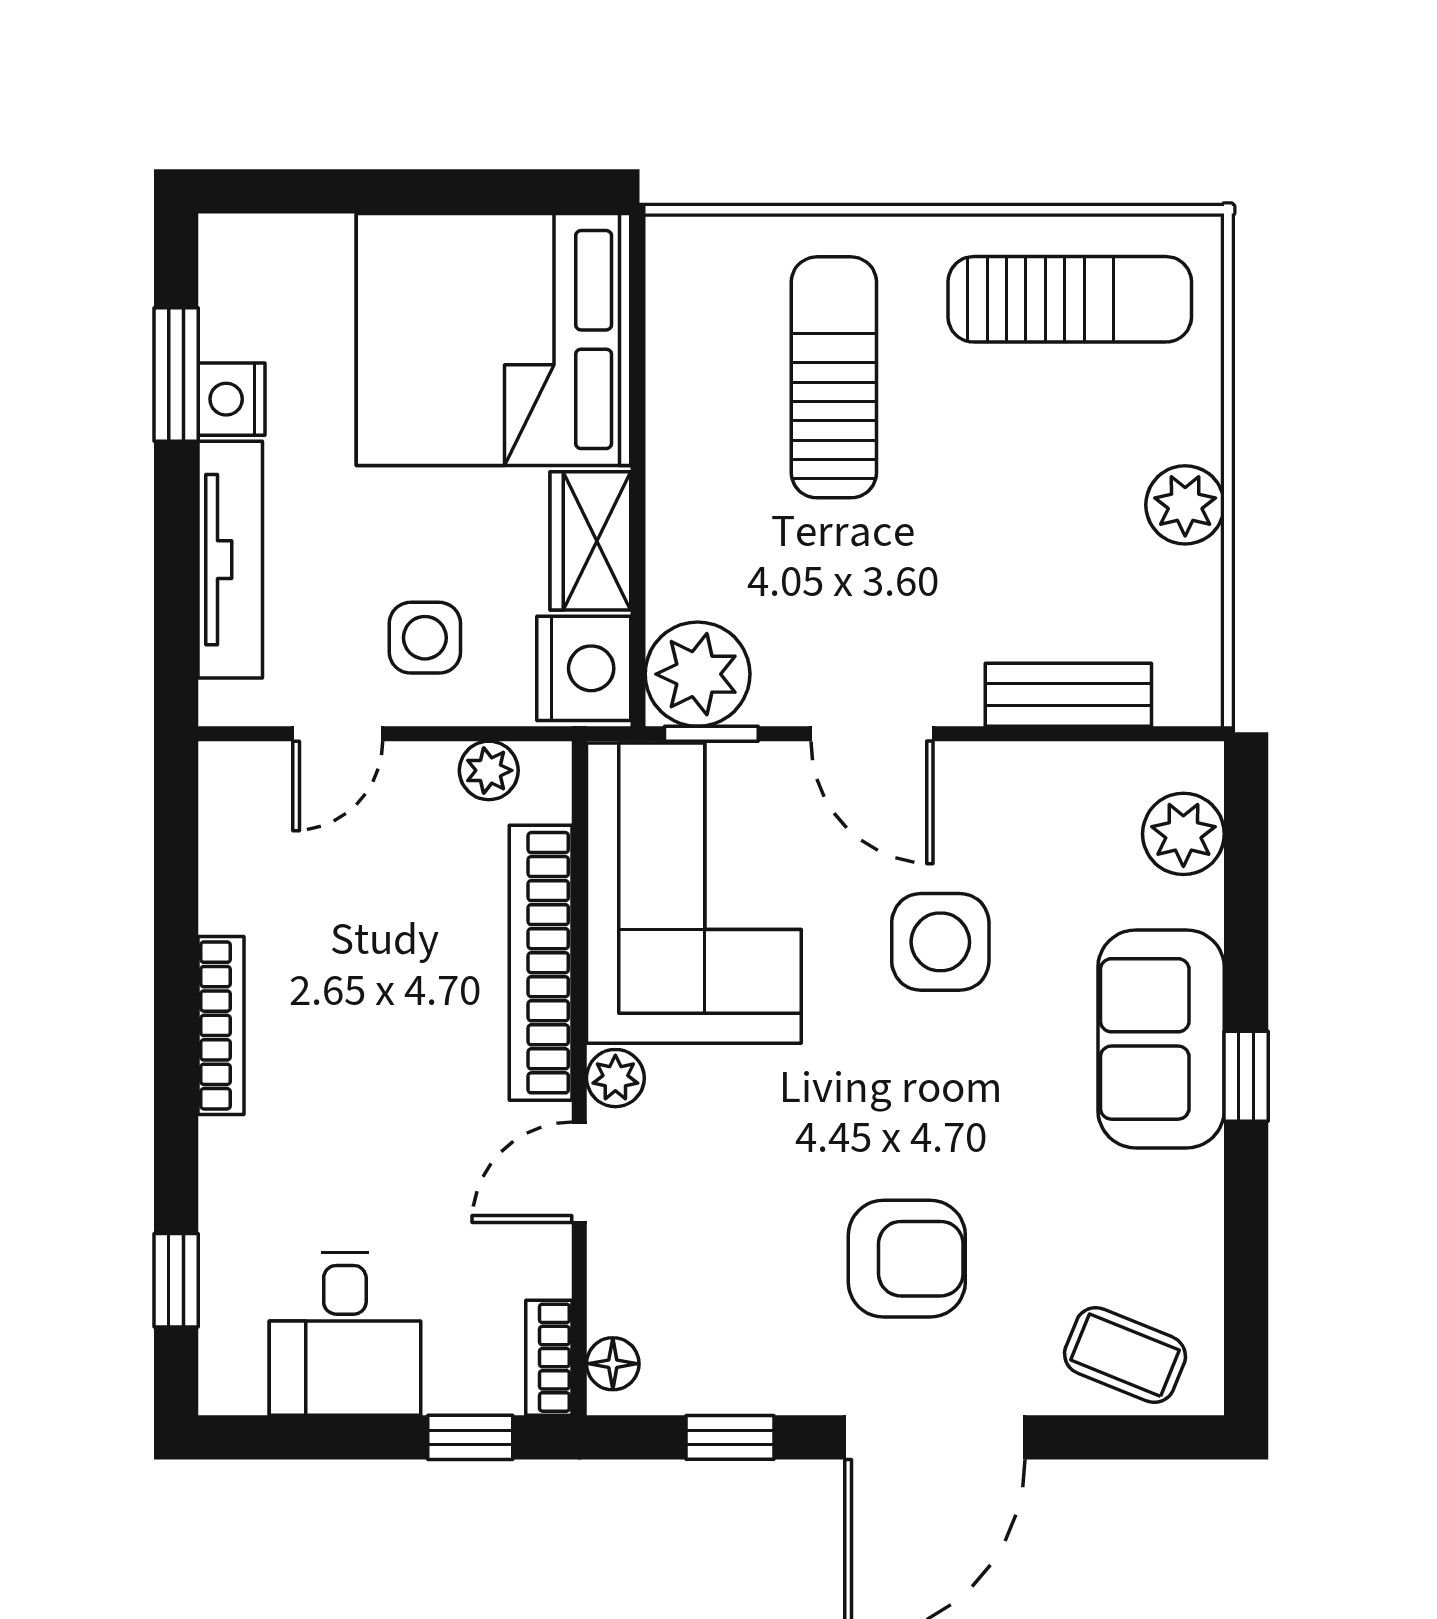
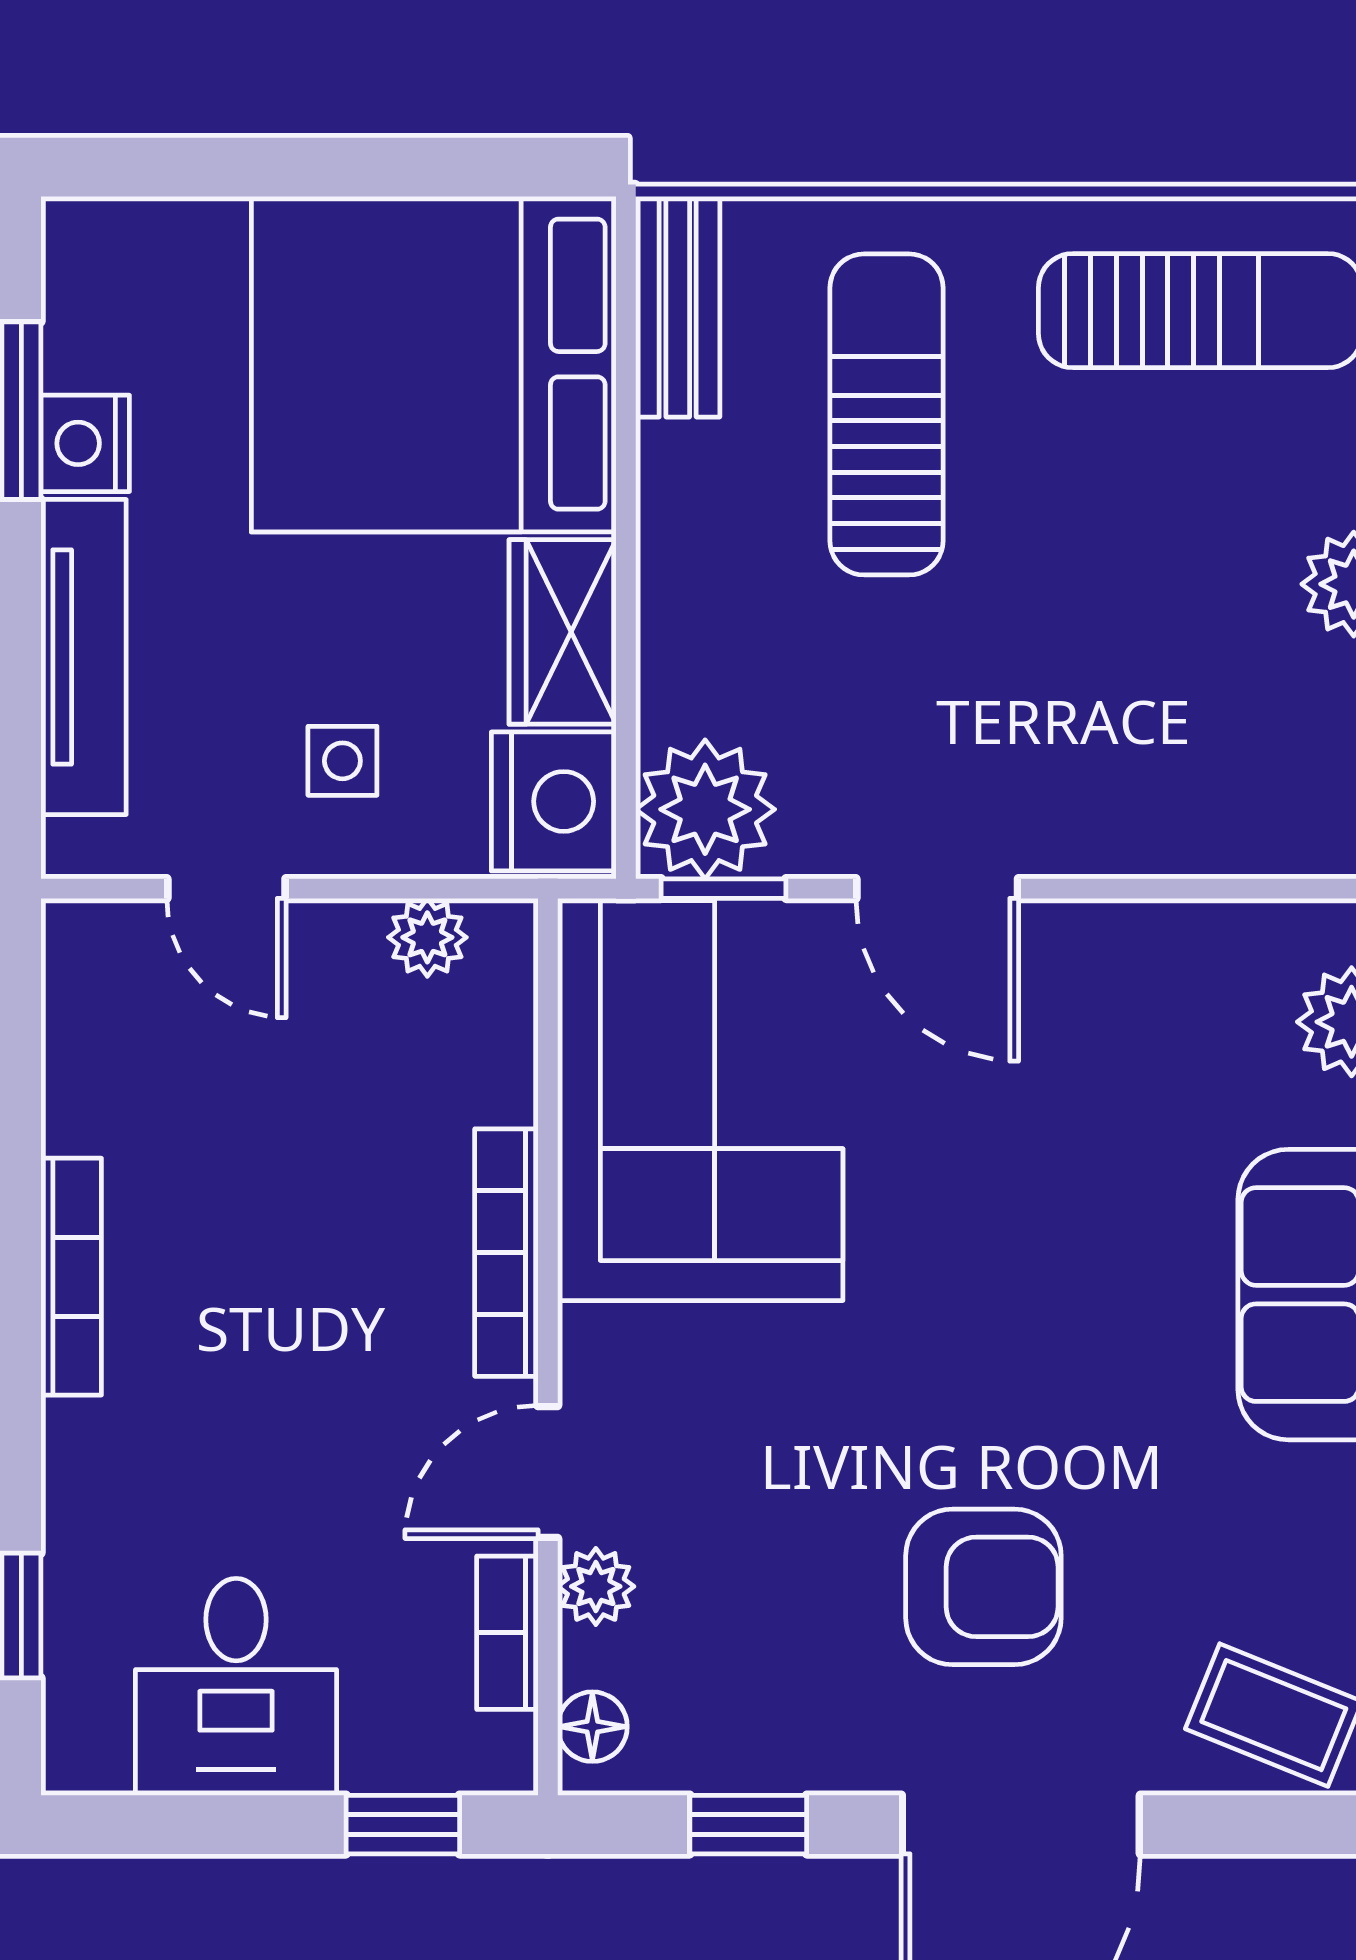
side table: (425, 638) -> (342, 761), width x0.73, depth x0.73
bench: (1068, 695) -> (678, 307), moved, turned 90
door: (338, 734) -> (226, 889), hinge flipped
side table: (940, 942) -> (1028, 1165), removed
bookcase: (541, 963) -> (506, 1253), width x0.68, depth x0.76
plant: (615, 1078) -> (596, 1586), moved
bookcase: (549, 1358) -> (507, 1633), moved

